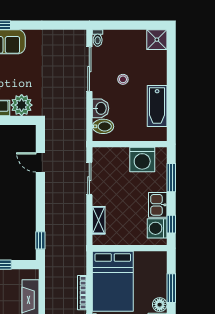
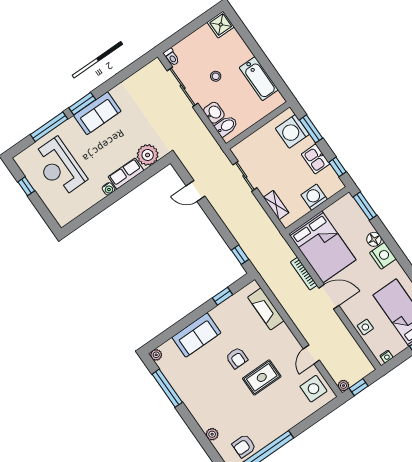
washing machine: (142, 159) -> (292, 131), moved, turned 90
washing machine: (157, 228) -> (314, 197), moved, turned 90
window: (171, 288) -> (365, 206), moved

